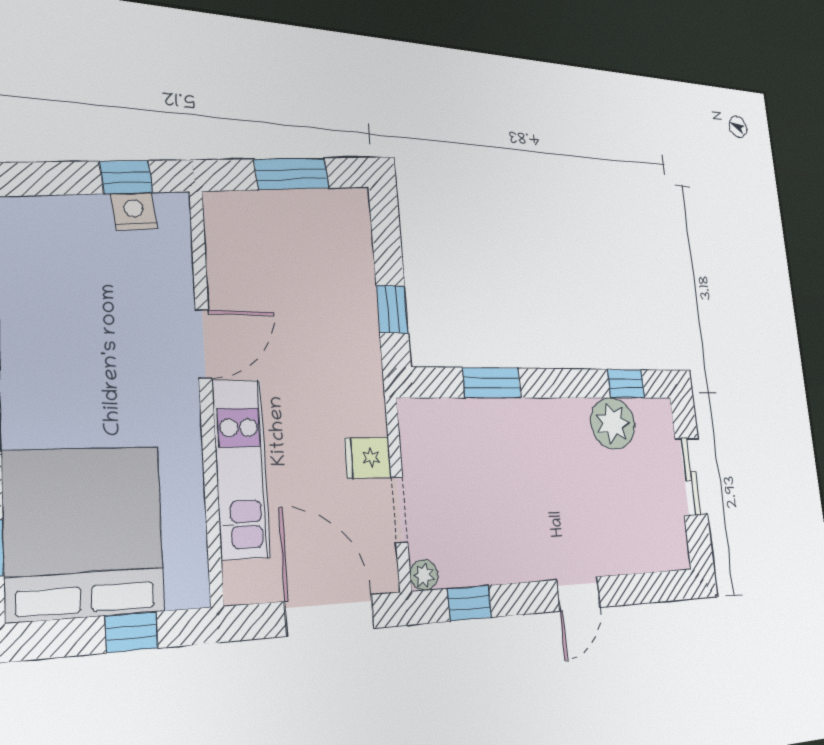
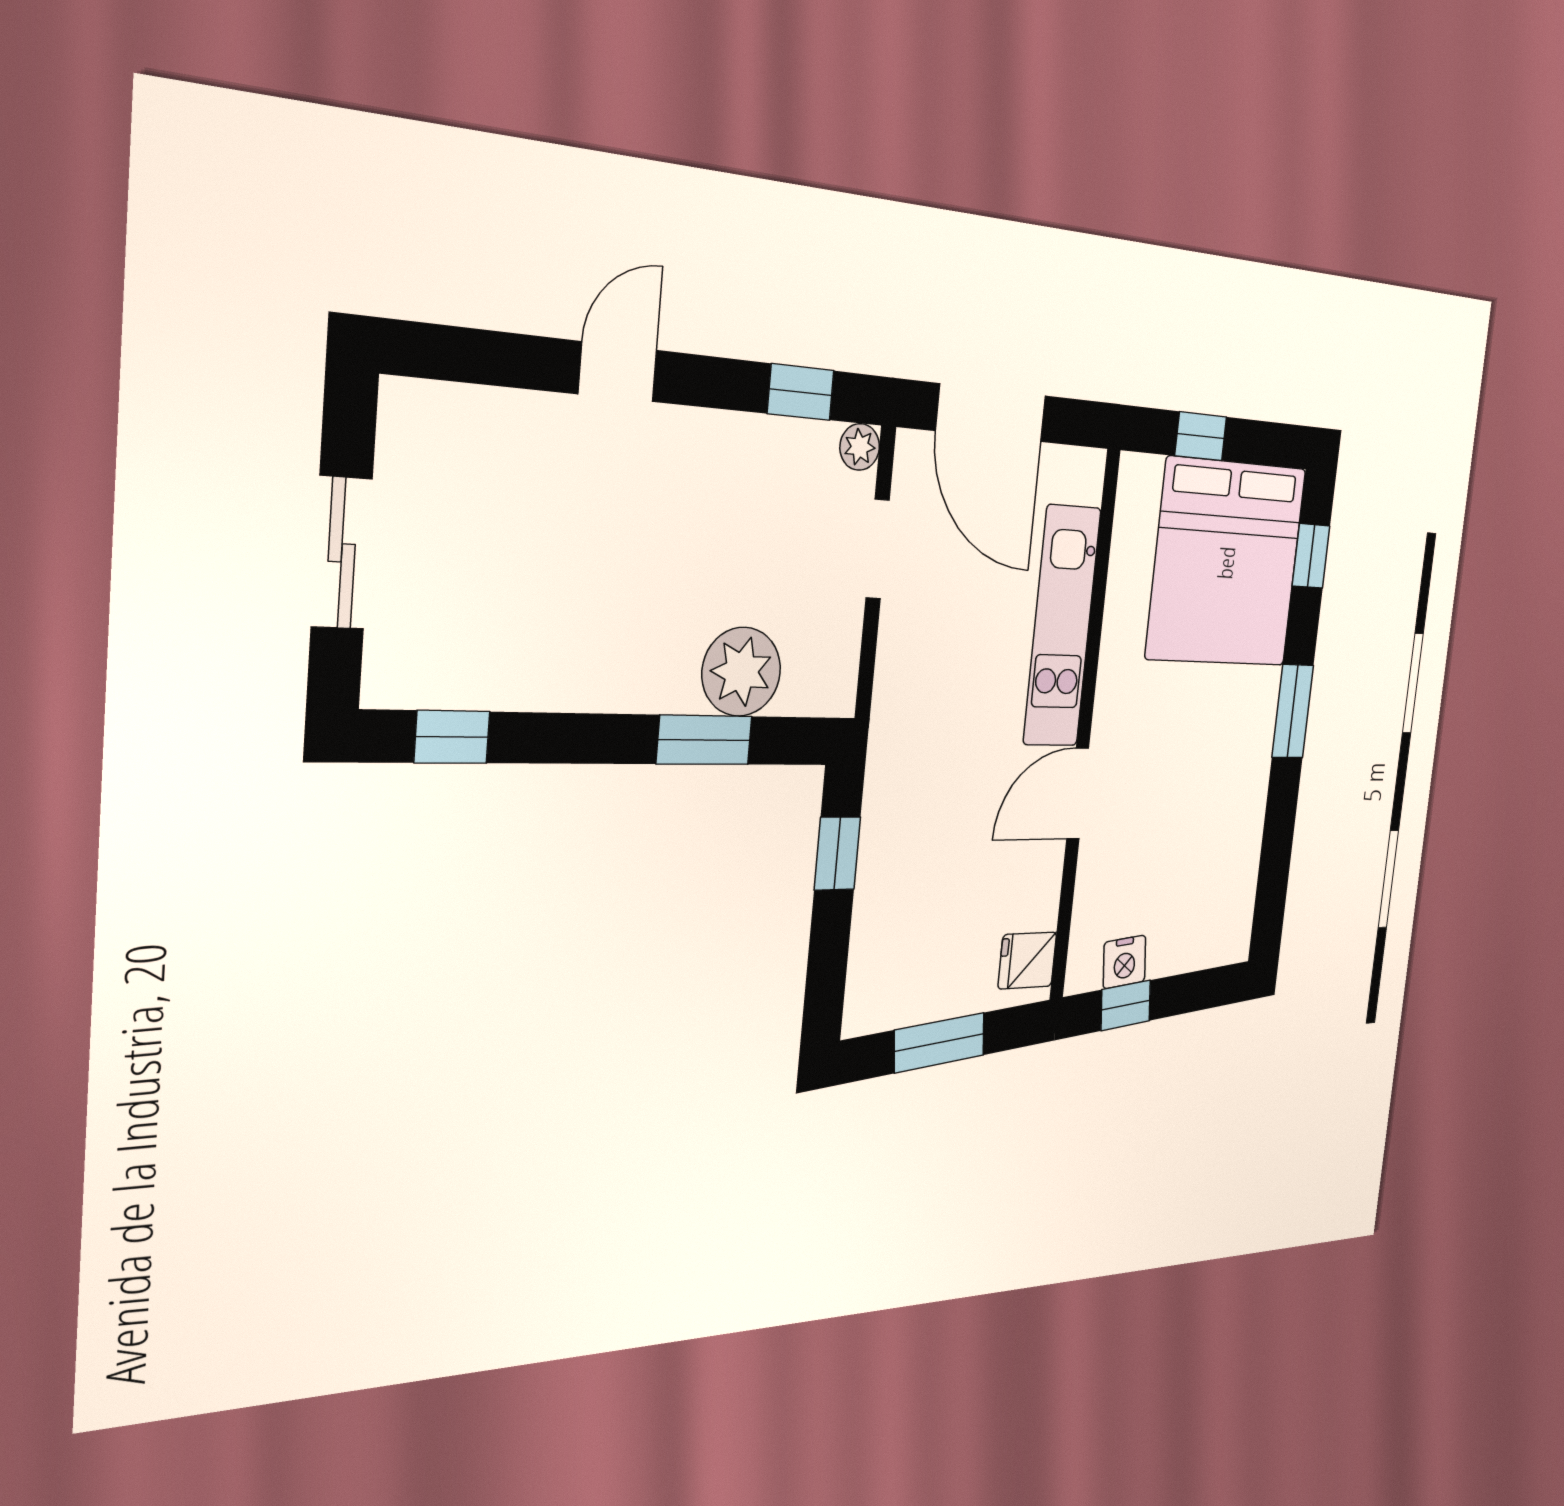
plant: (613, 423) -> (741, 672), moved
fridge: (368, 458) -> (1027, 961), moved, turned 180

